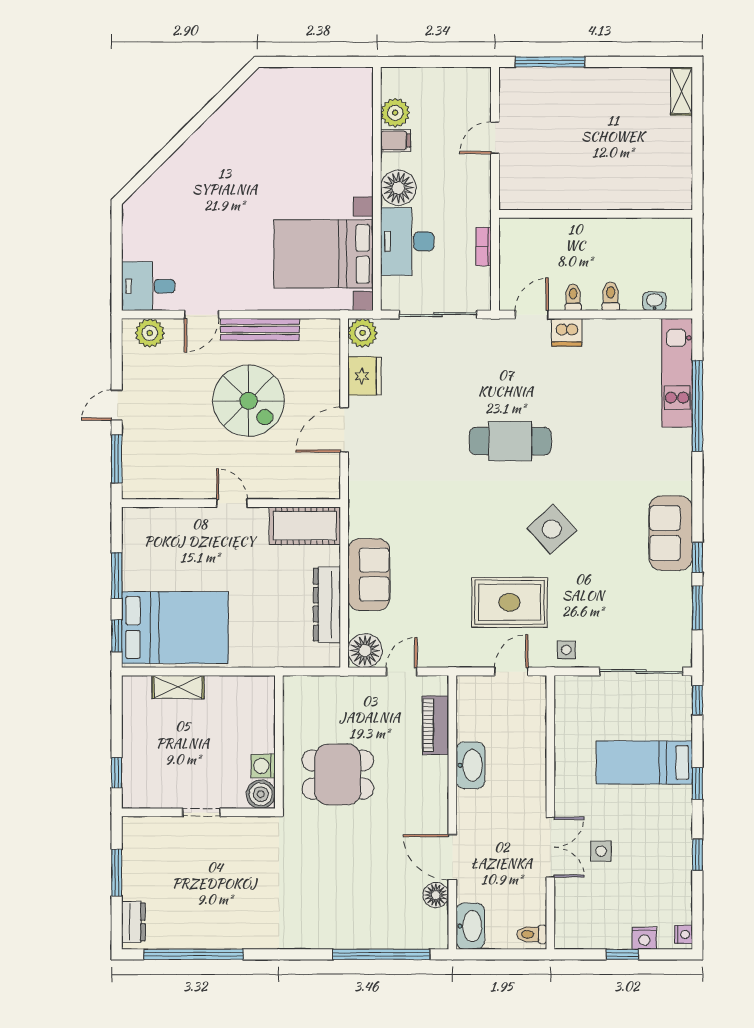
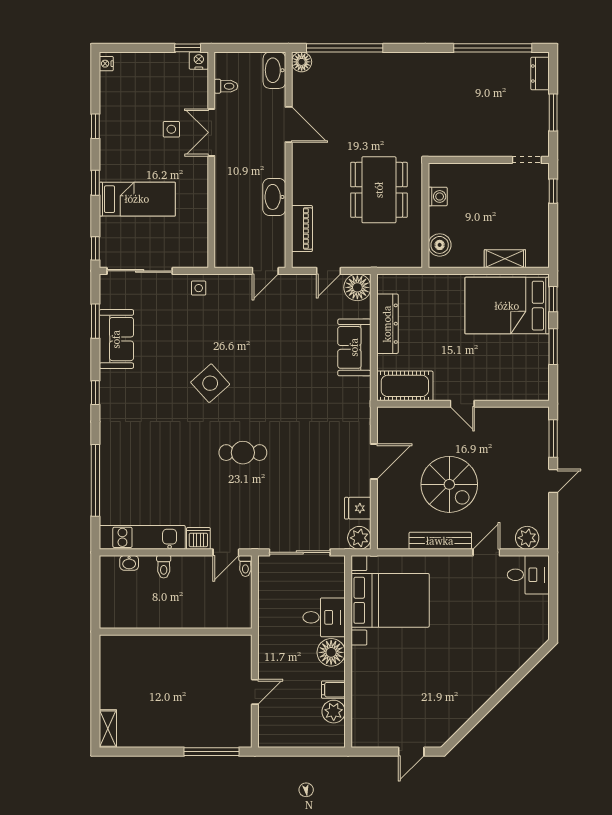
door: (297, 62) -> (411, 752), added
desk: (407, 241) -> (324, 617), width x0.73
bookcase: (484, 246) -> (264, 606), removed
toilet: (573, 297) -> (245, 566), moved
kitchen unit: (677, 373) -> (142, 537), moved, turned -90
fridge: (365, 376) -> (358, 508), width x0.72
spiral stairs: (248, 401) -> (449, 484), turned 180
cafe table: (510, 441) -> (243, 453), width x0.73, depth x0.74
sofa: (671, 533) -> (116, 339), moved
window: (697, 557) -> (95, 393), moved
rug: (509, 602) -> (243, 325), removed
door: (511, 672) -> (265, 271), moved
dining table: (338, 774) -> (379, 190), width x1.38
boiler: (261, 794) -> (440, 245), moved
doorway: (201, 812) -> (527, 160), moved
floor lamp: (436, 895) -> (302, 62), moved
toilet: (532, 934) -> (226, 86), moved
nightstand: (644, 938) -> (199, 61), moved
window: (622, 954) -> (188, 48), moved

